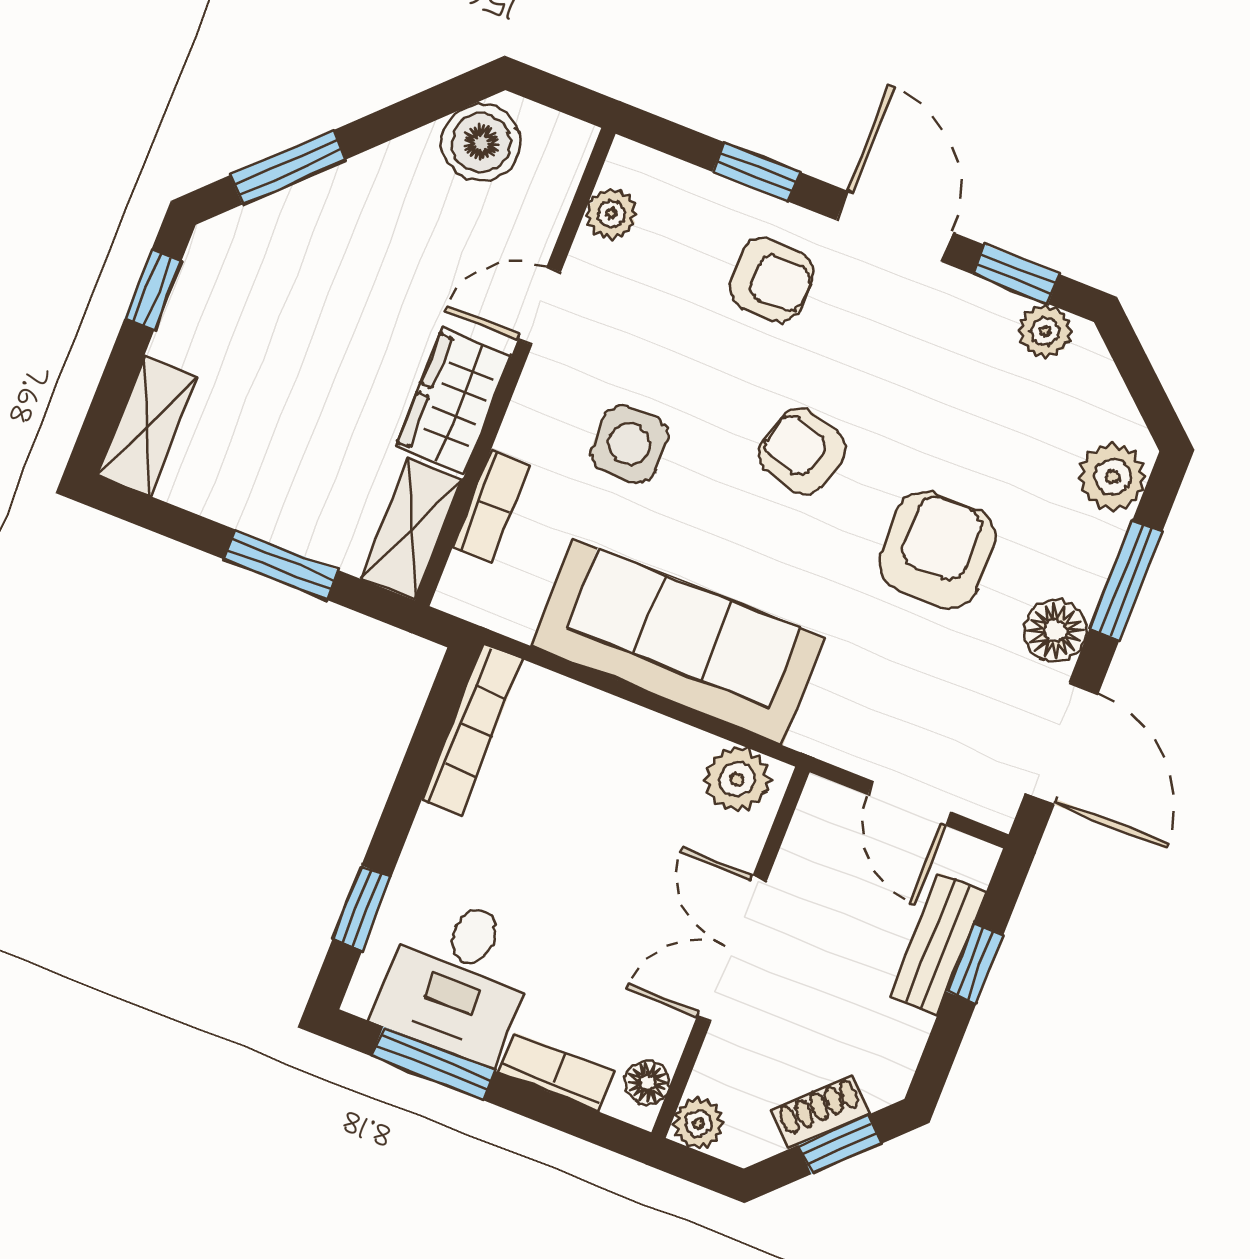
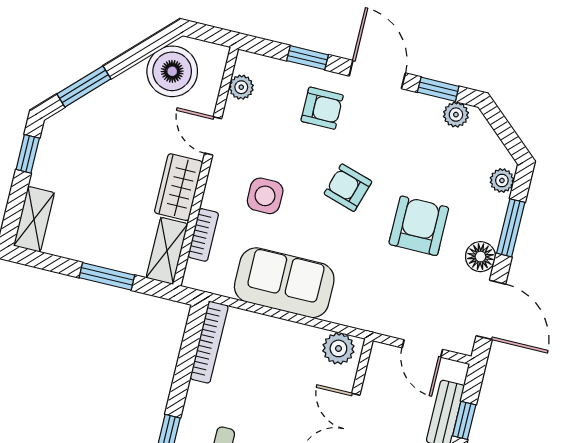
boiler: (481, 143) -> (172, 71), width x1.37, depth x1.37
door: (539, 306) -> (213, 136), hinge flipped
plant: (1112, 477) -> (502, 180), width x0.73, depth x0.73
sofa: (678, 642) -> (284, 283), width x0.73

